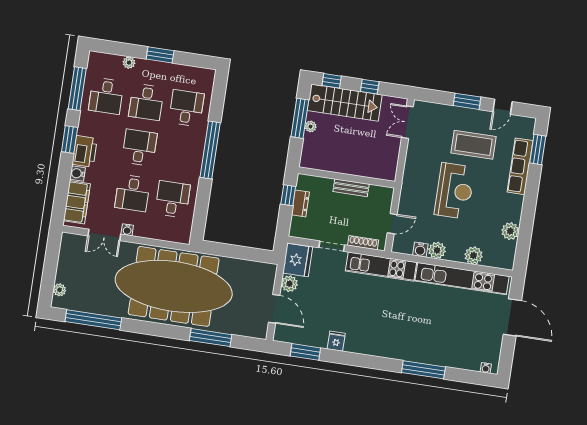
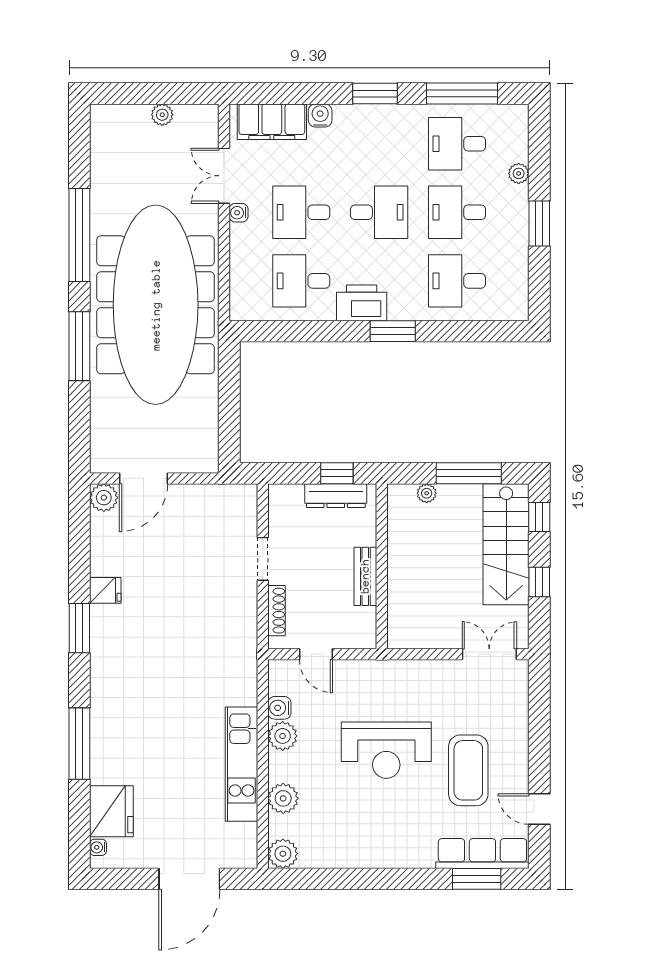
window: (467, 101) -> (539, 749), removed
desk: (186, 108) -> (457, 281), turned 180
plant: (311, 126) -> (427, 493), moved
window: (210, 150) -> (393, 331), width x0.47
printer: (85, 151) -> (362, 303), moved, turned 180
row of seats: (520, 166) -> (482, 854), moved
desk: (173, 199) -> (301, 281), turned 180
dresser: (300, 203) -> (336, 496), width x1.44
plant: (510, 231) -> (283, 854), moved
fridge: (298, 260) -> (111, 811), moved, turned -90
kitchen unit: (381, 267) -> (241, 646), removed
kitchen unit: (462, 279) -> (242, 764), width x0.73
plant: (289, 284) -> (104, 498), moved
plant: (59, 290) -> (162, 115), moved
window: (93, 320) -> (79, 235), moved
window: (211, 338) -> (79, 346), moved
window: (305, 352) -> (79, 628), moved

